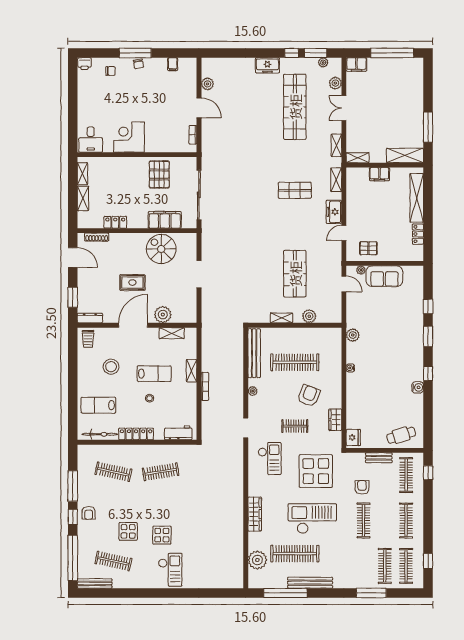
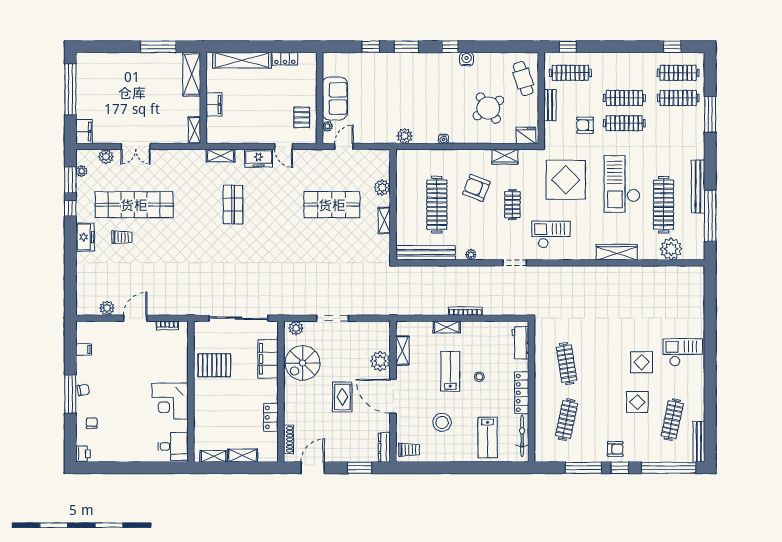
trolley: (267, 97) -> (122, 237), added
shelving: (336, 145) -> (180, 155), removed
plant: (191, 243) -> (296, 328), added
round table: (376, 406) -> (488, 108), added
clothes rail: (406, 520) -> (624, 98), moved

